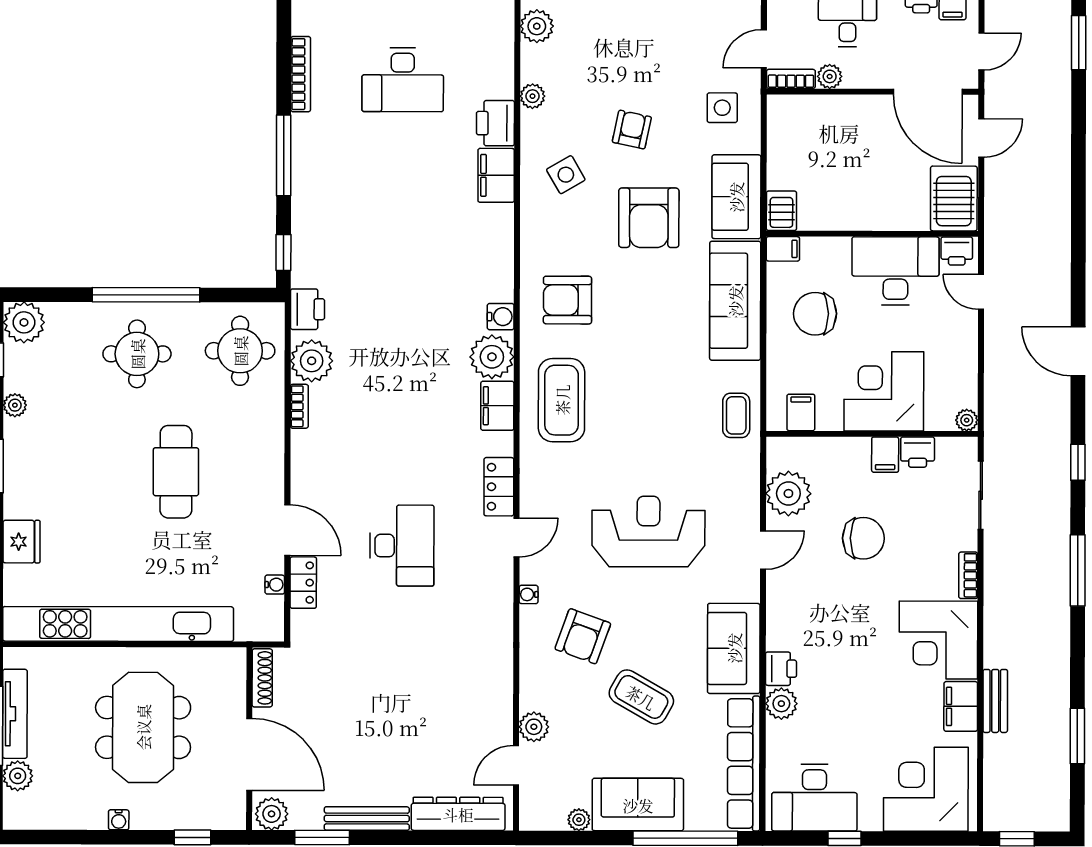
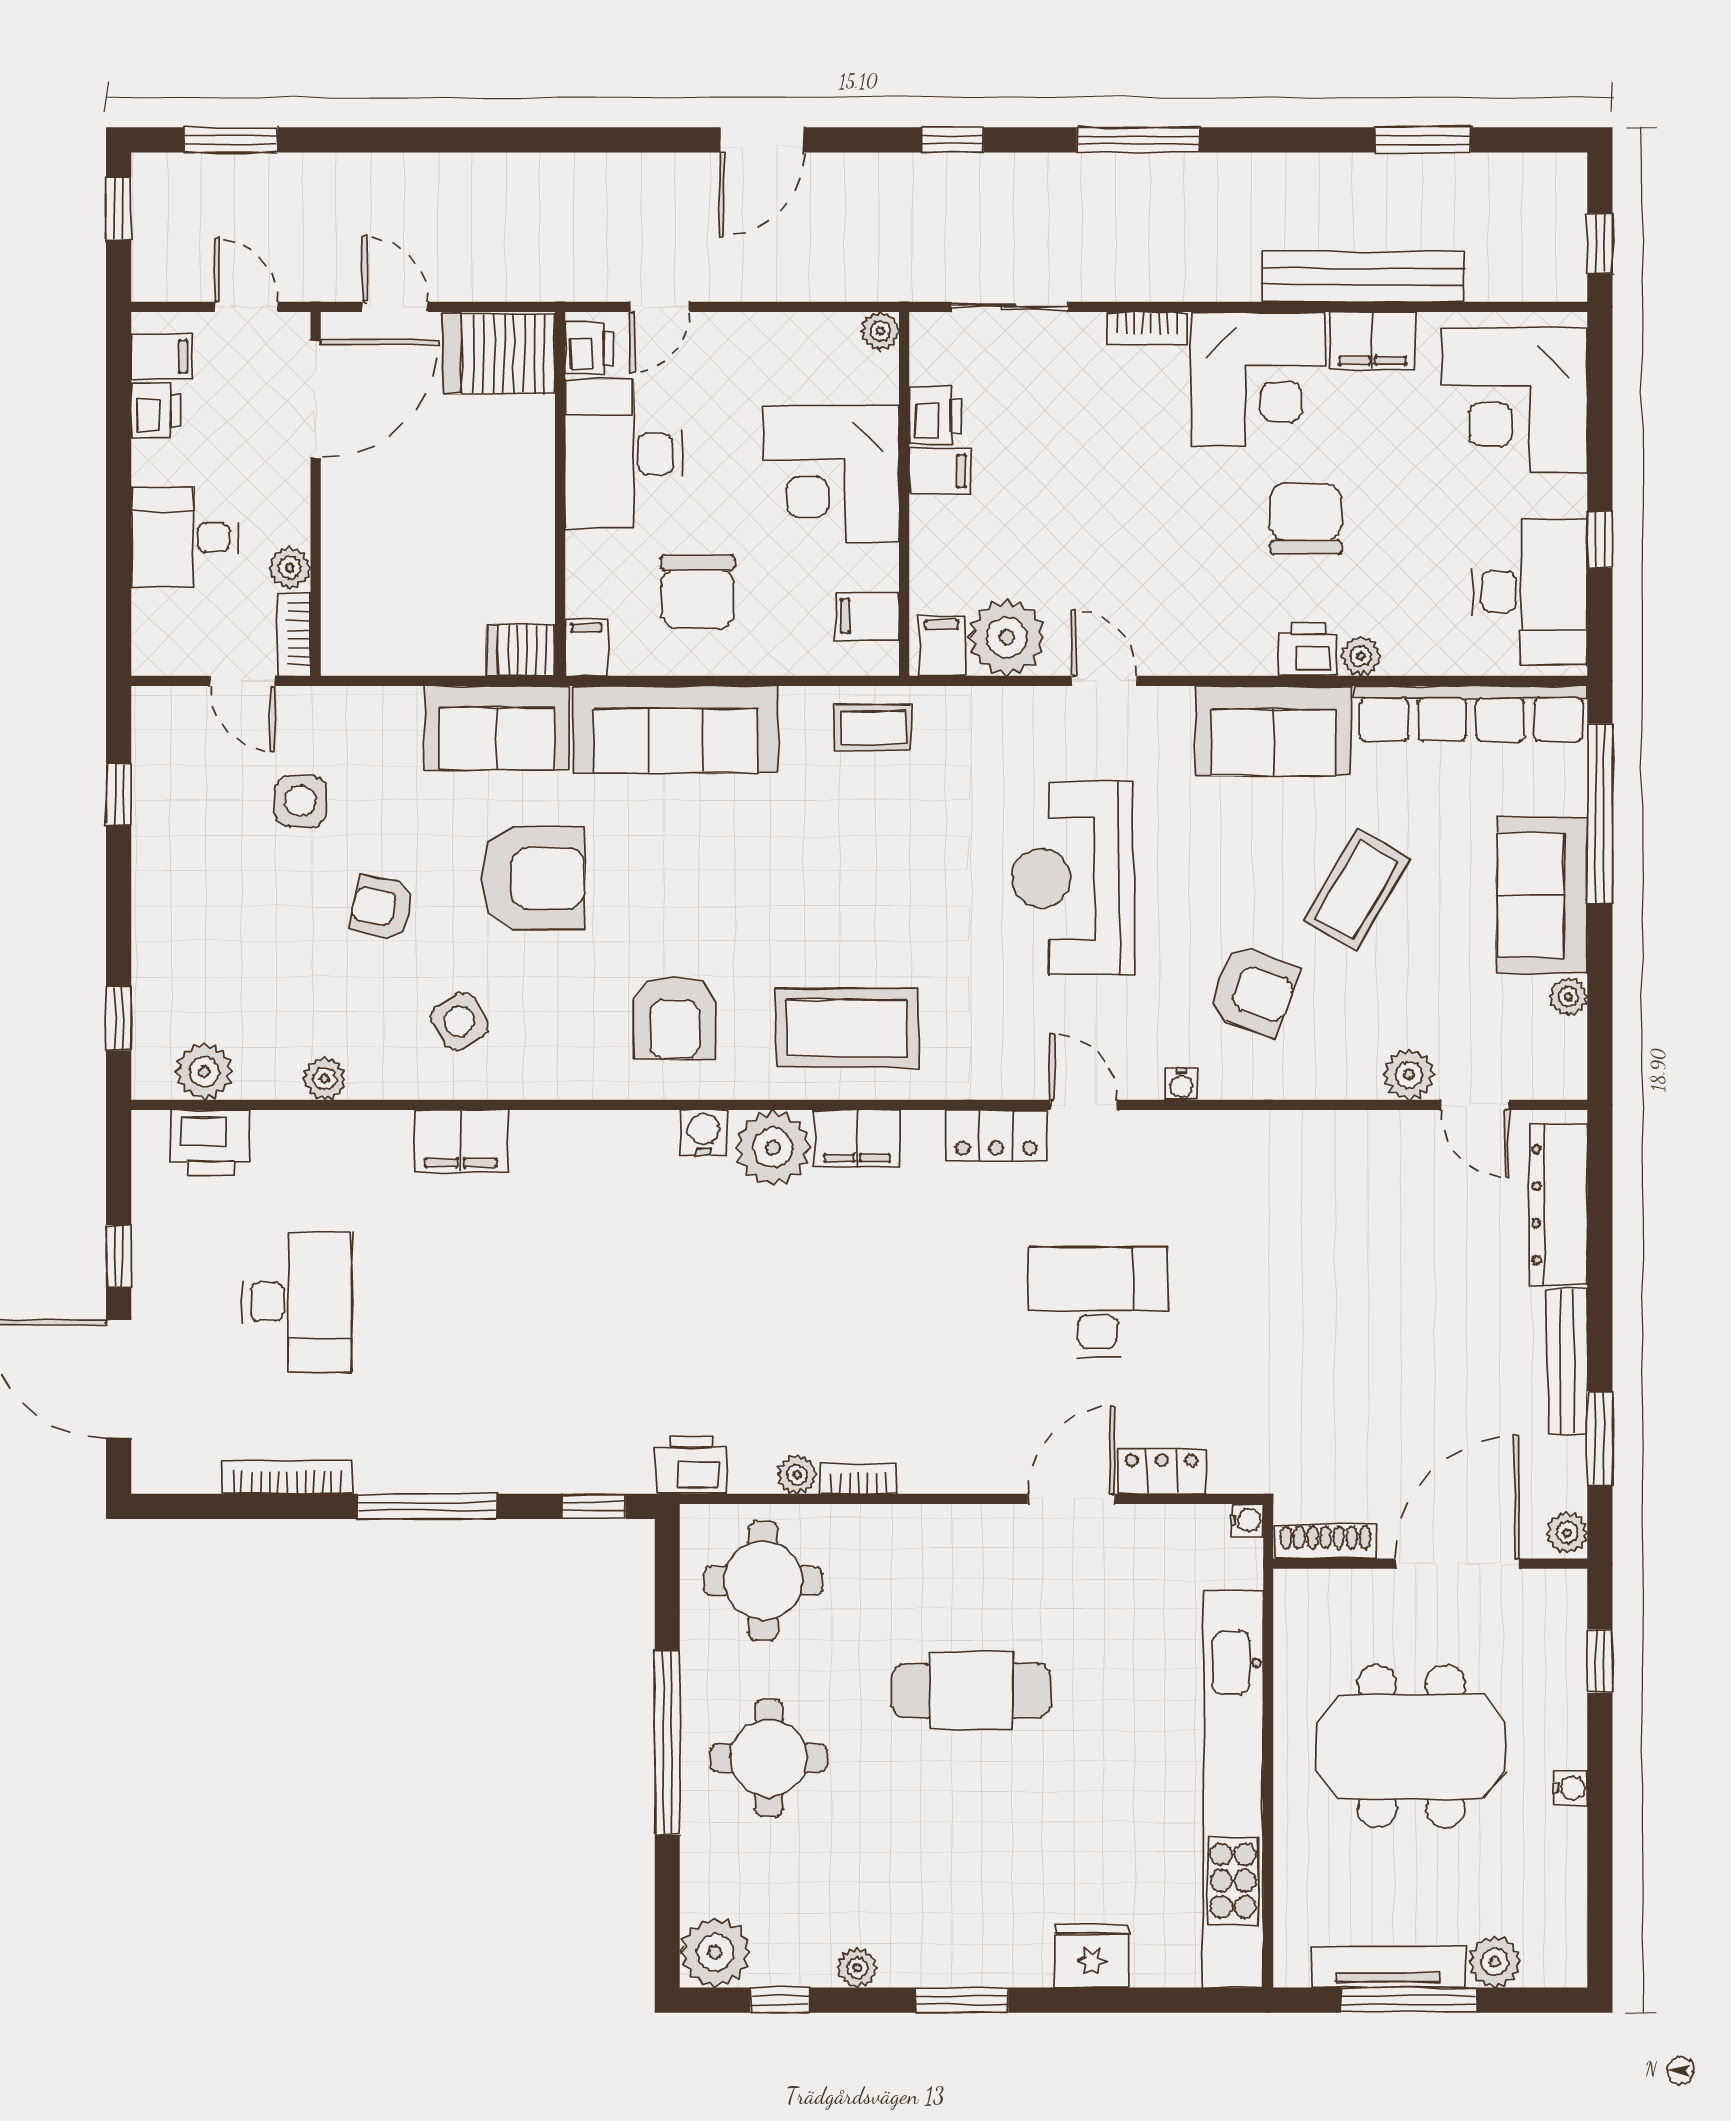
side table: (722, 108) -> (300, 801), moved
printer: (495, 123) -> (211, 1142), moved
plant: (312, 361) -> (797, 1475), width x0.53, depth x0.53
filing cabinet: (784, 456) -> (942, 646), added
chair: (863, 538) -> (1306, 519), moved
water cooler: (275, 585) -> (1247, 1520), moved, turned 90
bench: (995, 701) -> (1363, 277), width x1.86, depth x1.21
plant: (781, 704) -> (1361, 656), width x0.73, depth x0.73
plant: (272, 814) -> (1567, 1533), width x0.73, depth x0.73

